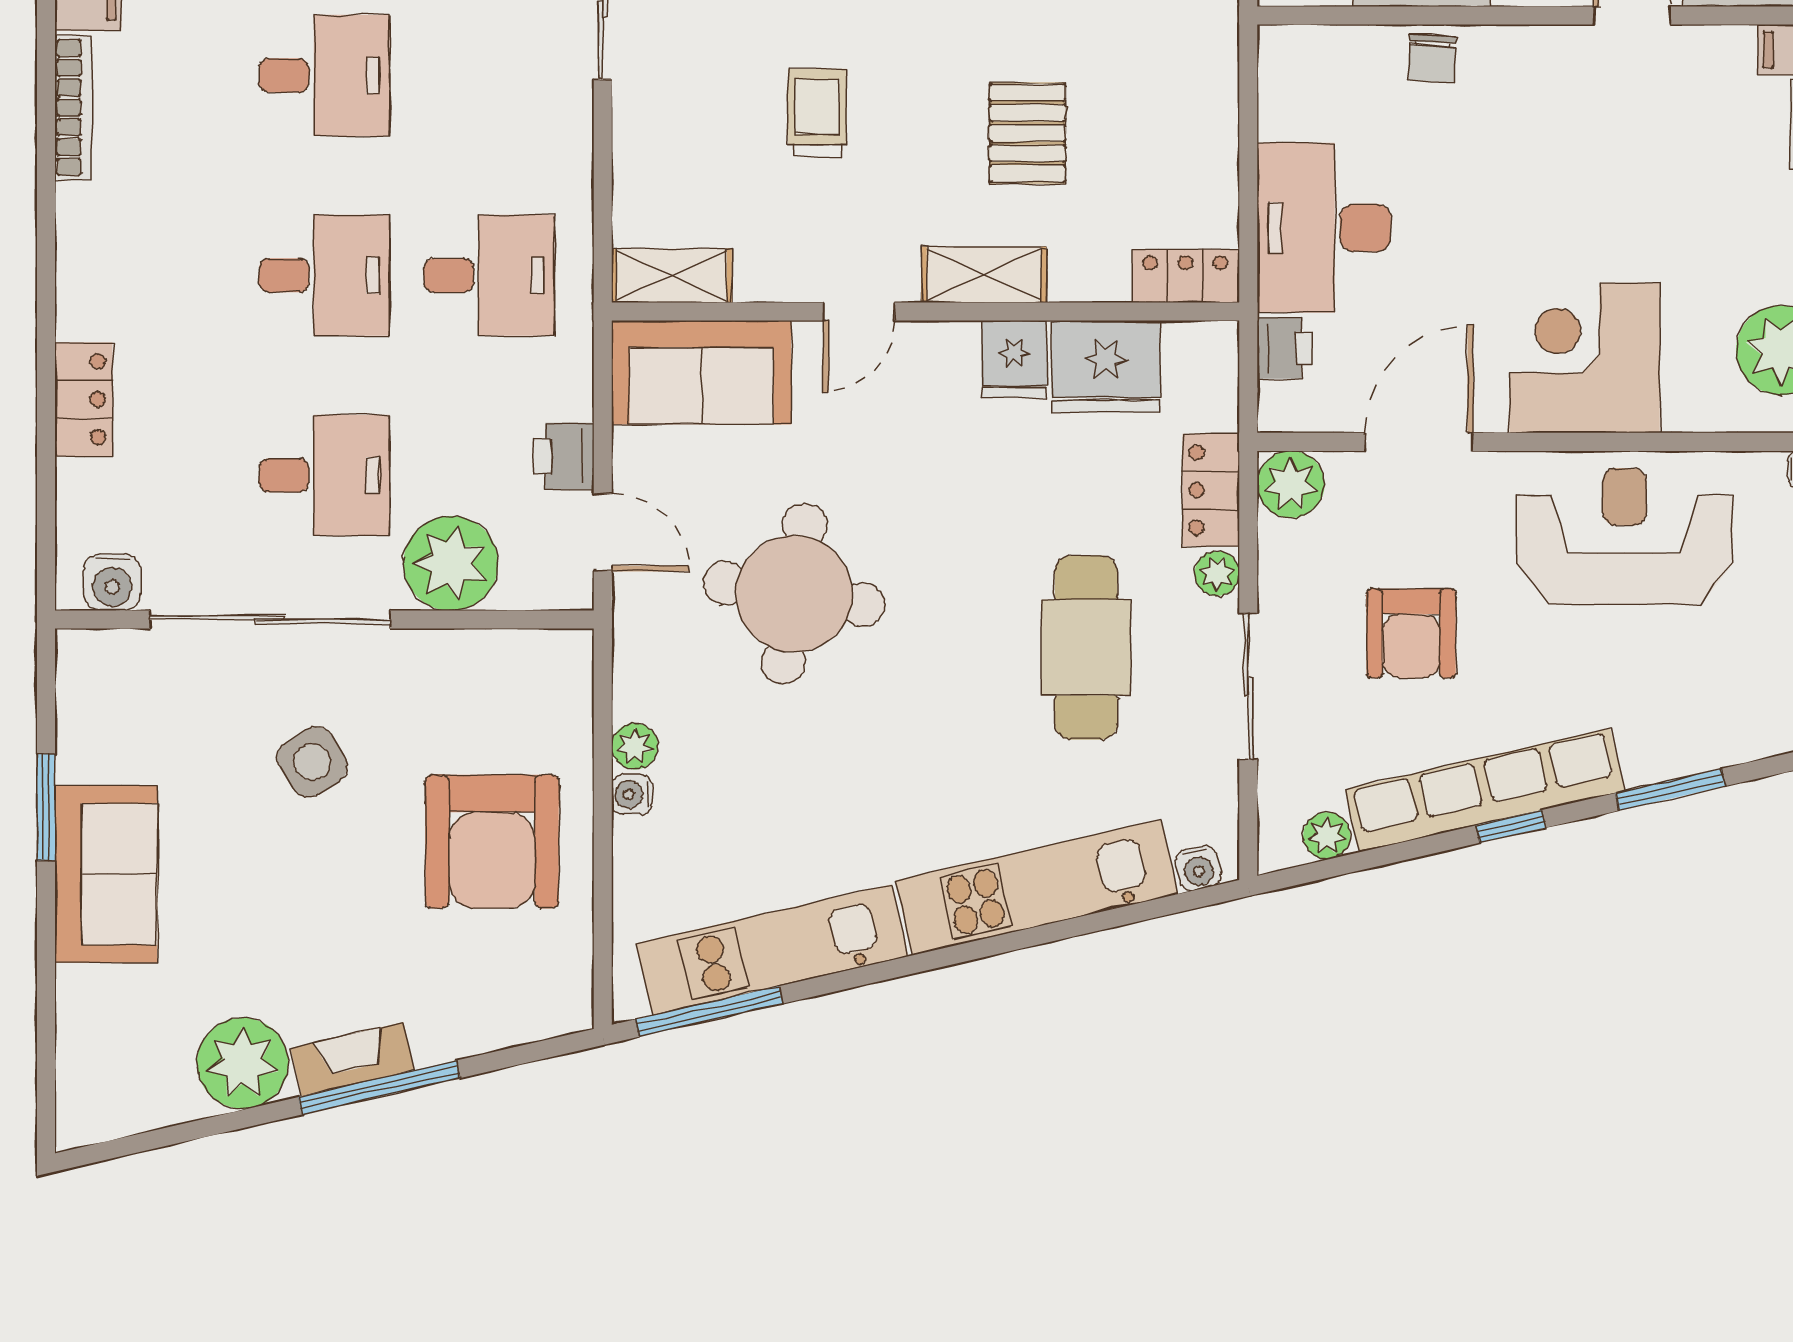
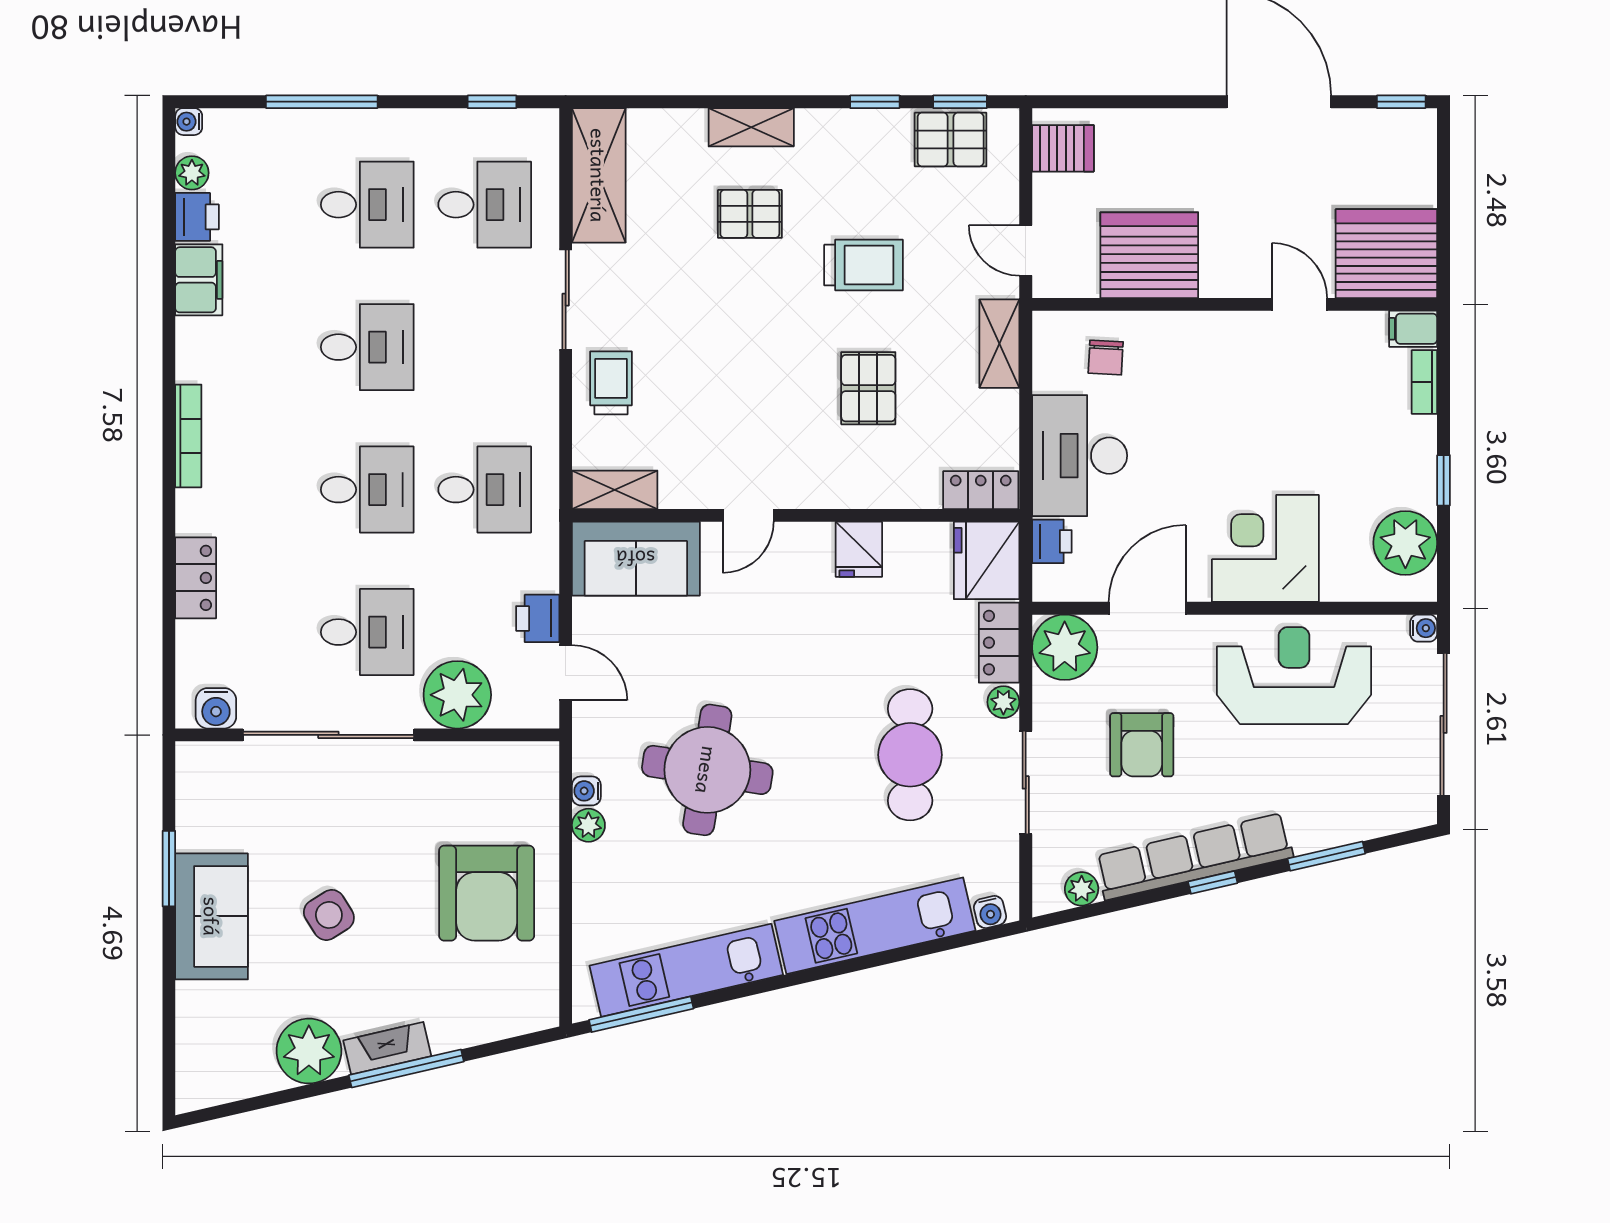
chair: (1432, 58) -> (1106, 357), moved
bookcase: (73, 108) -> (188, 436), moved
trolley: (817, 113) -> (611, 383), moved
shelving: (984, 275) -> (999, 344), moved, turned 90
fridge: (1106, 366) -> (987, 560), moved, turned 90
plant: (1291, 484) -> (1065, 647), width x1.36, depth x1.36
round table: (794, 594) -> (707, 770), moved
side table: (312, 762) -> (329, 915), moved
water cooler: (632, 795) -> (586, 791), moved

